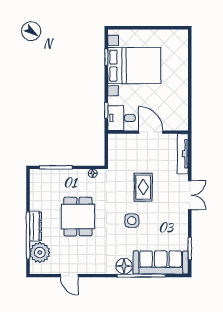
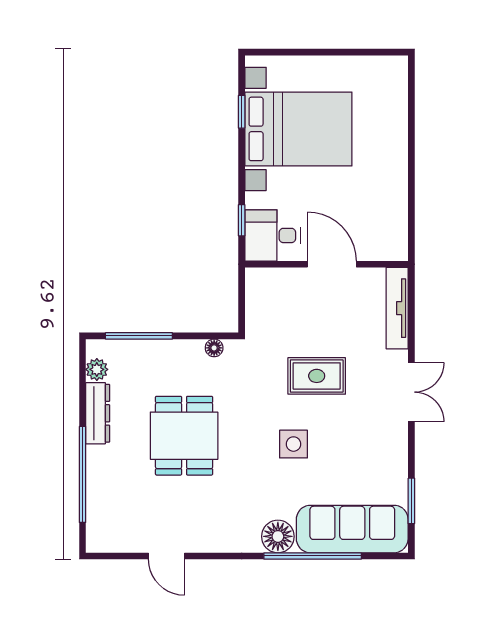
rug: (143, 187) -> (317, 376), turned 90
dresser: (35, 226) -> (98, 413), moved
plant: (40, 253) -> (97, 369), moved, width x0.53, depth x0.53

